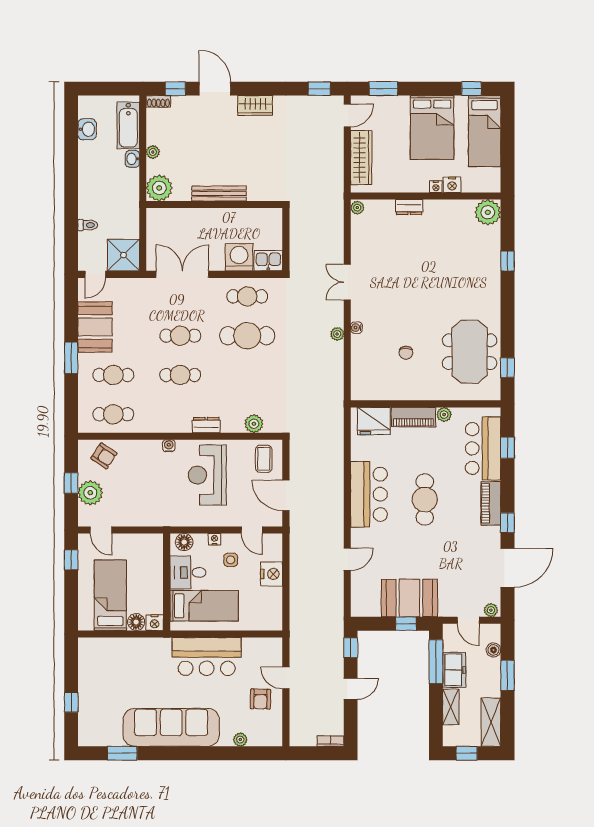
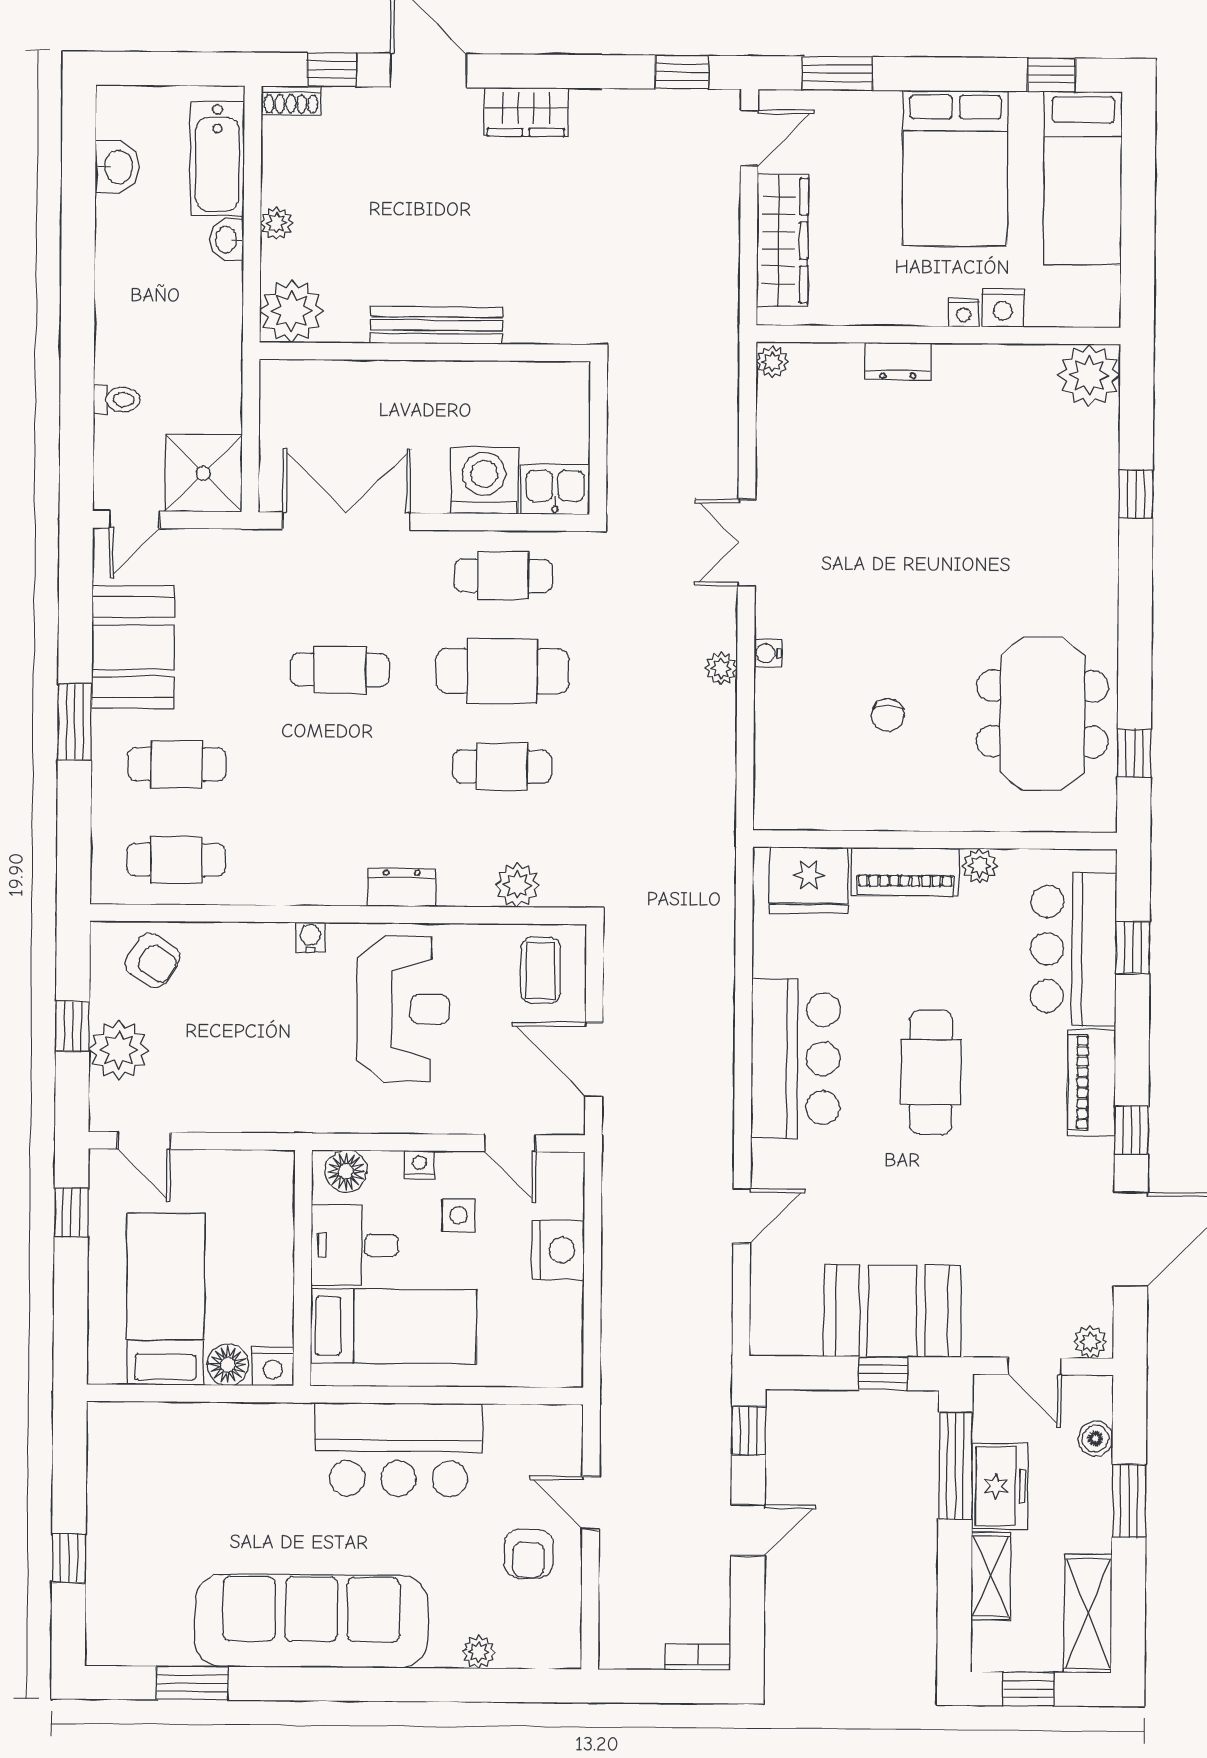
cafe table: (180, 375) -> (502, 766), moved
reception desk: (207, 475) -> (403, 1009), turned 180

